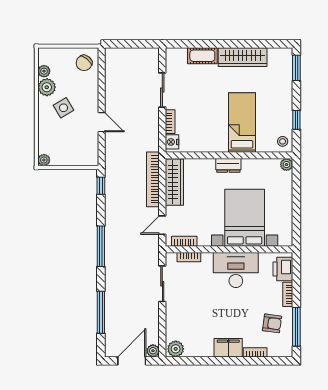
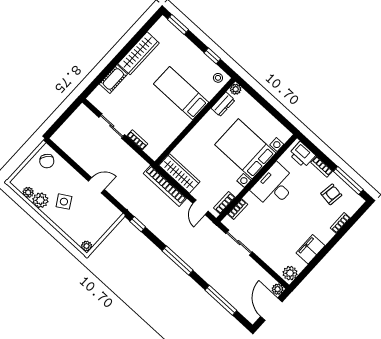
nightstand: (172, 142) -> (152, 151), removed
dresser: (228, 165) -> (223, 104), moved
filing cabinet: (228, 348) -> (310, 249), moved

